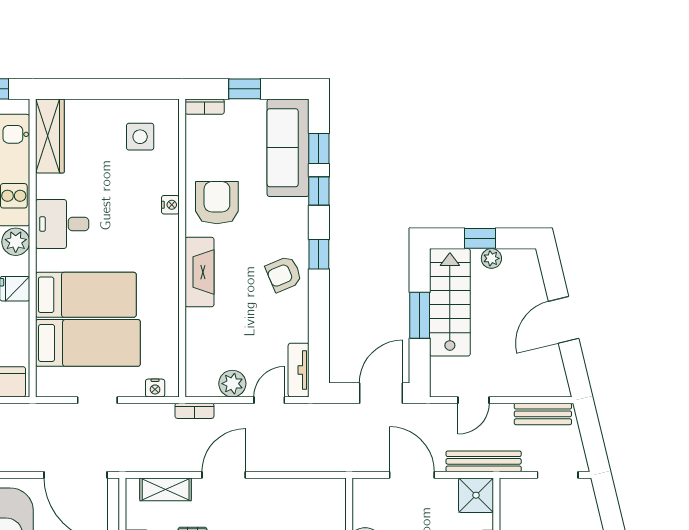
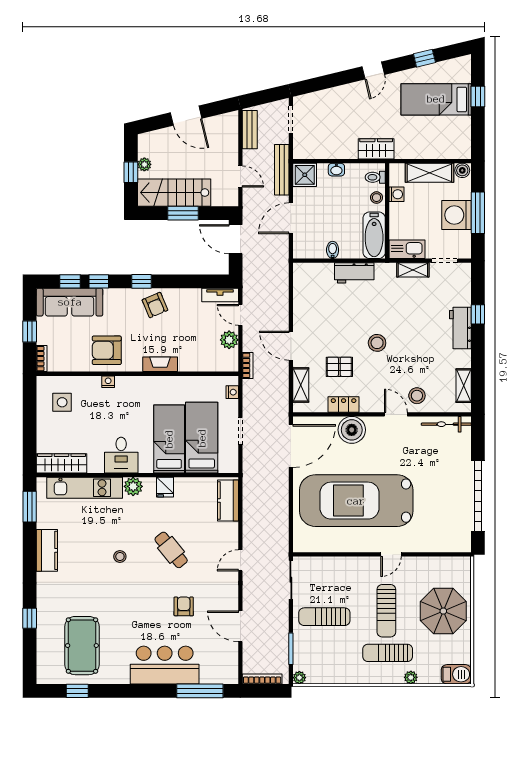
fireplace: (200, 272) -> (160, 364), width x0.73, depth x0.76

